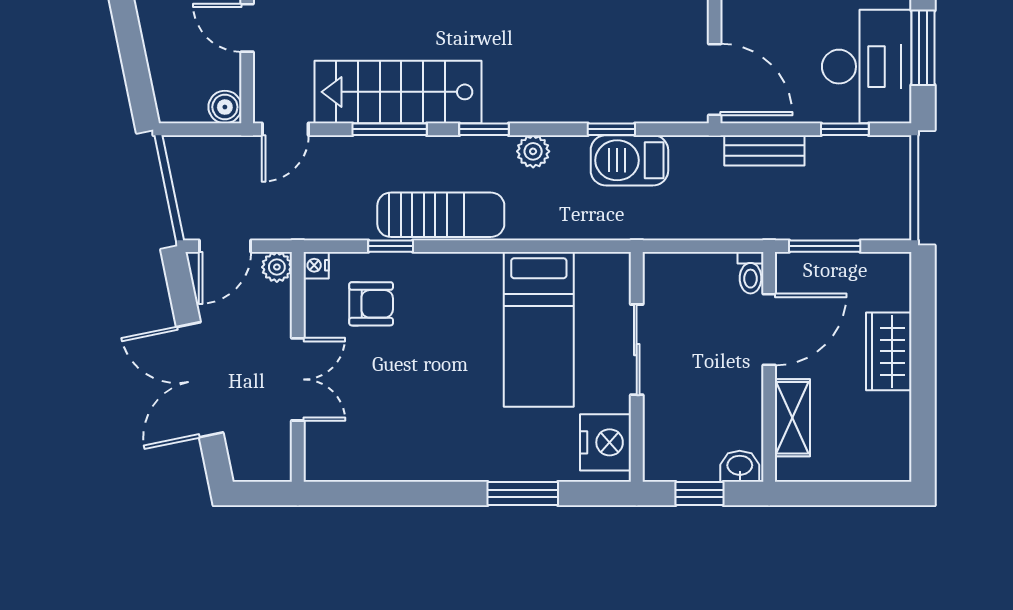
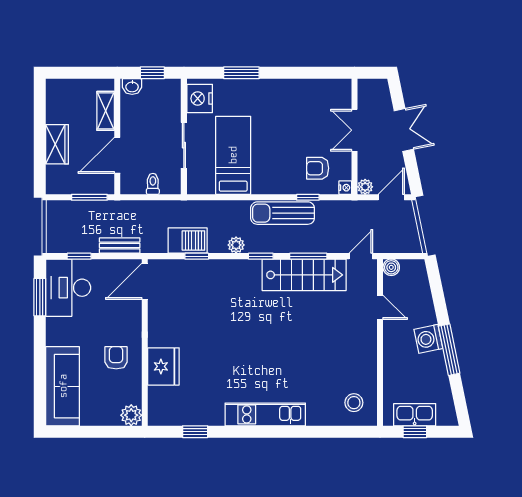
door: (715, 80) -> (145, 281), hinge flipped
toilet: (751, 273) -> (153, 184), moved
double door: (200, 380) -> (404, 130), width x0.73

